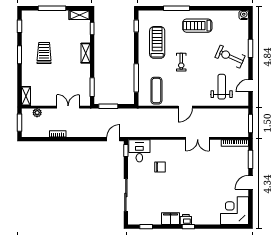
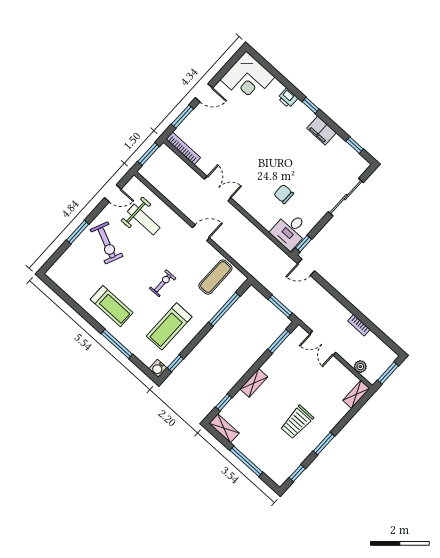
water cooler: (244, 15) -> (158, 368), moved
weight bench: (222, 87) -> (144, 220), turned -90
printer: (186, 220) -> (288, 98), moved

